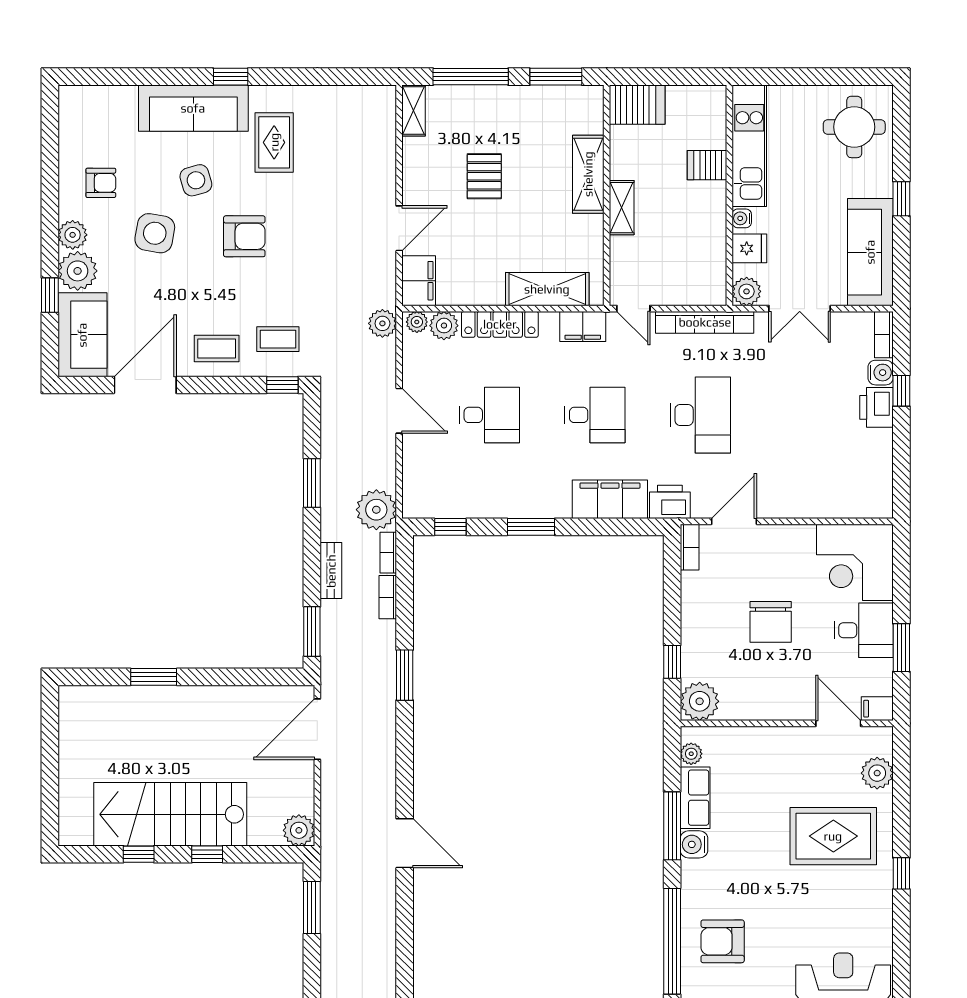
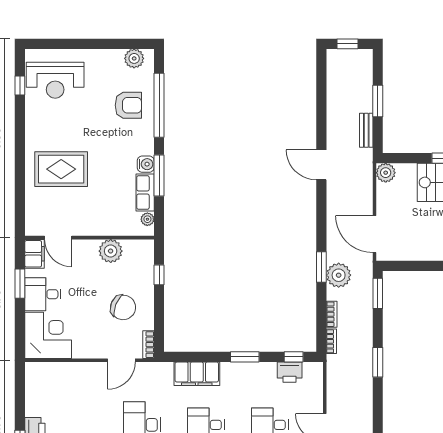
window: (312, 483) -> (378, 362), moved
printer: (670, 502) -> (290, 372), moved
plant: (376, 510) -> (339, 275), moved
bench: (331, 571) -> (366, 130), moved
chair: (771, 622) -> (123, 307), moved, turned 112
plant: (700, 701) -> (111, 251), moved
filing cabinet: (877, 709) -> (34, 254), width x2.00
door: (317, 729) -> (374, 234), swing flipped
plant: (877, 773) -> (35, 207), removed
window: (901, 873) -> (20, 85), moved
window: (312, 907) -> (378, 101), moved

